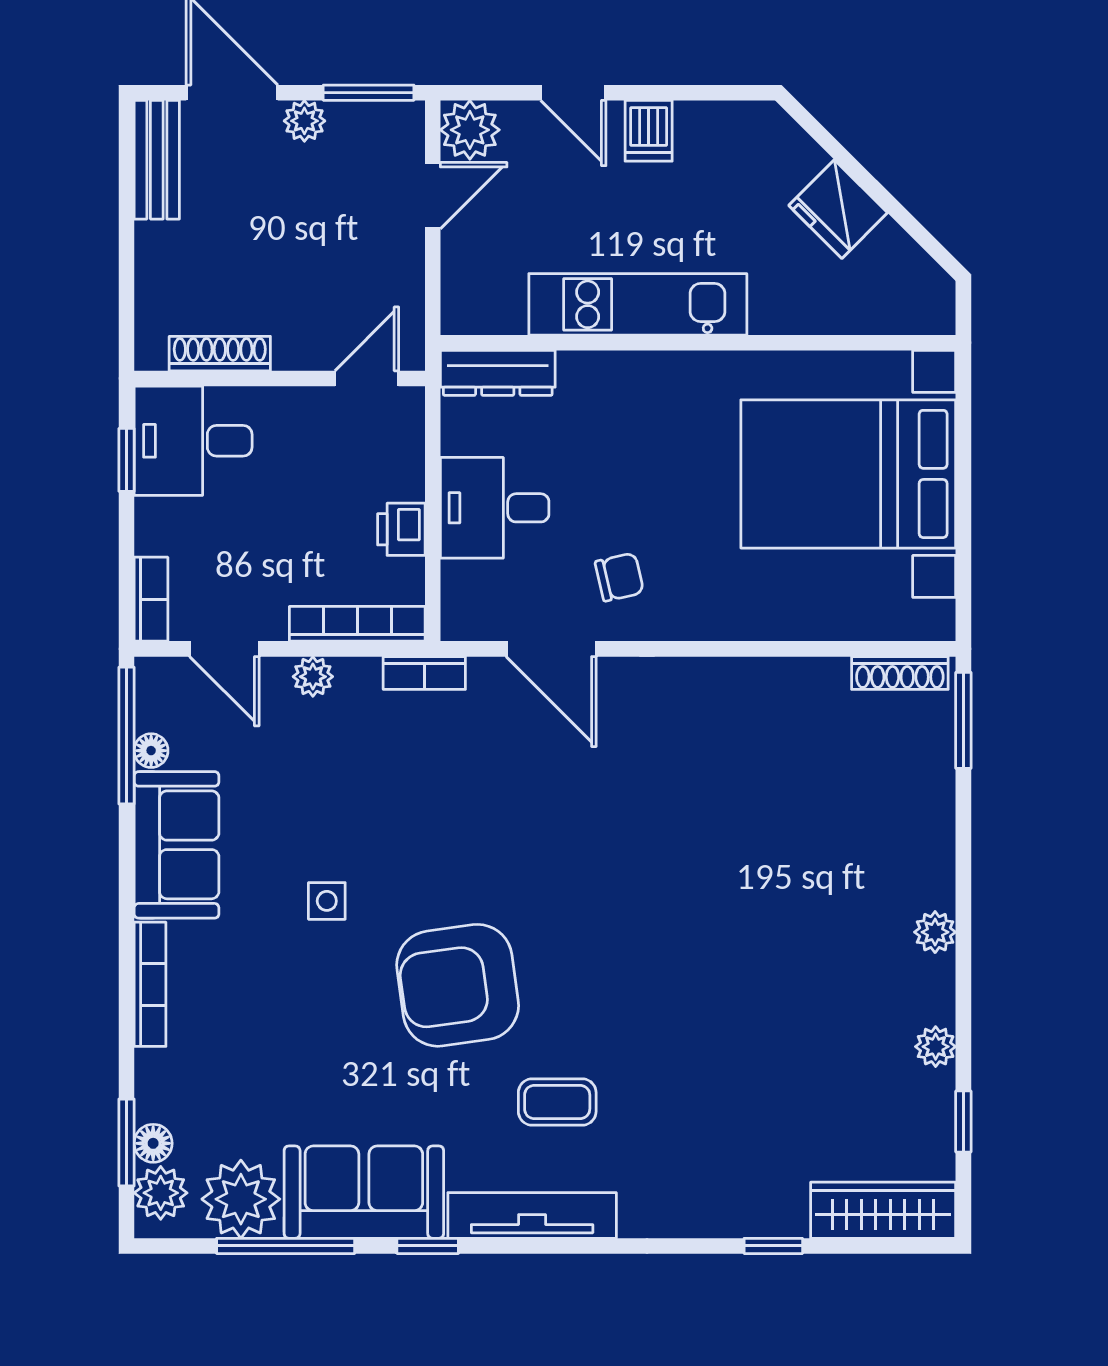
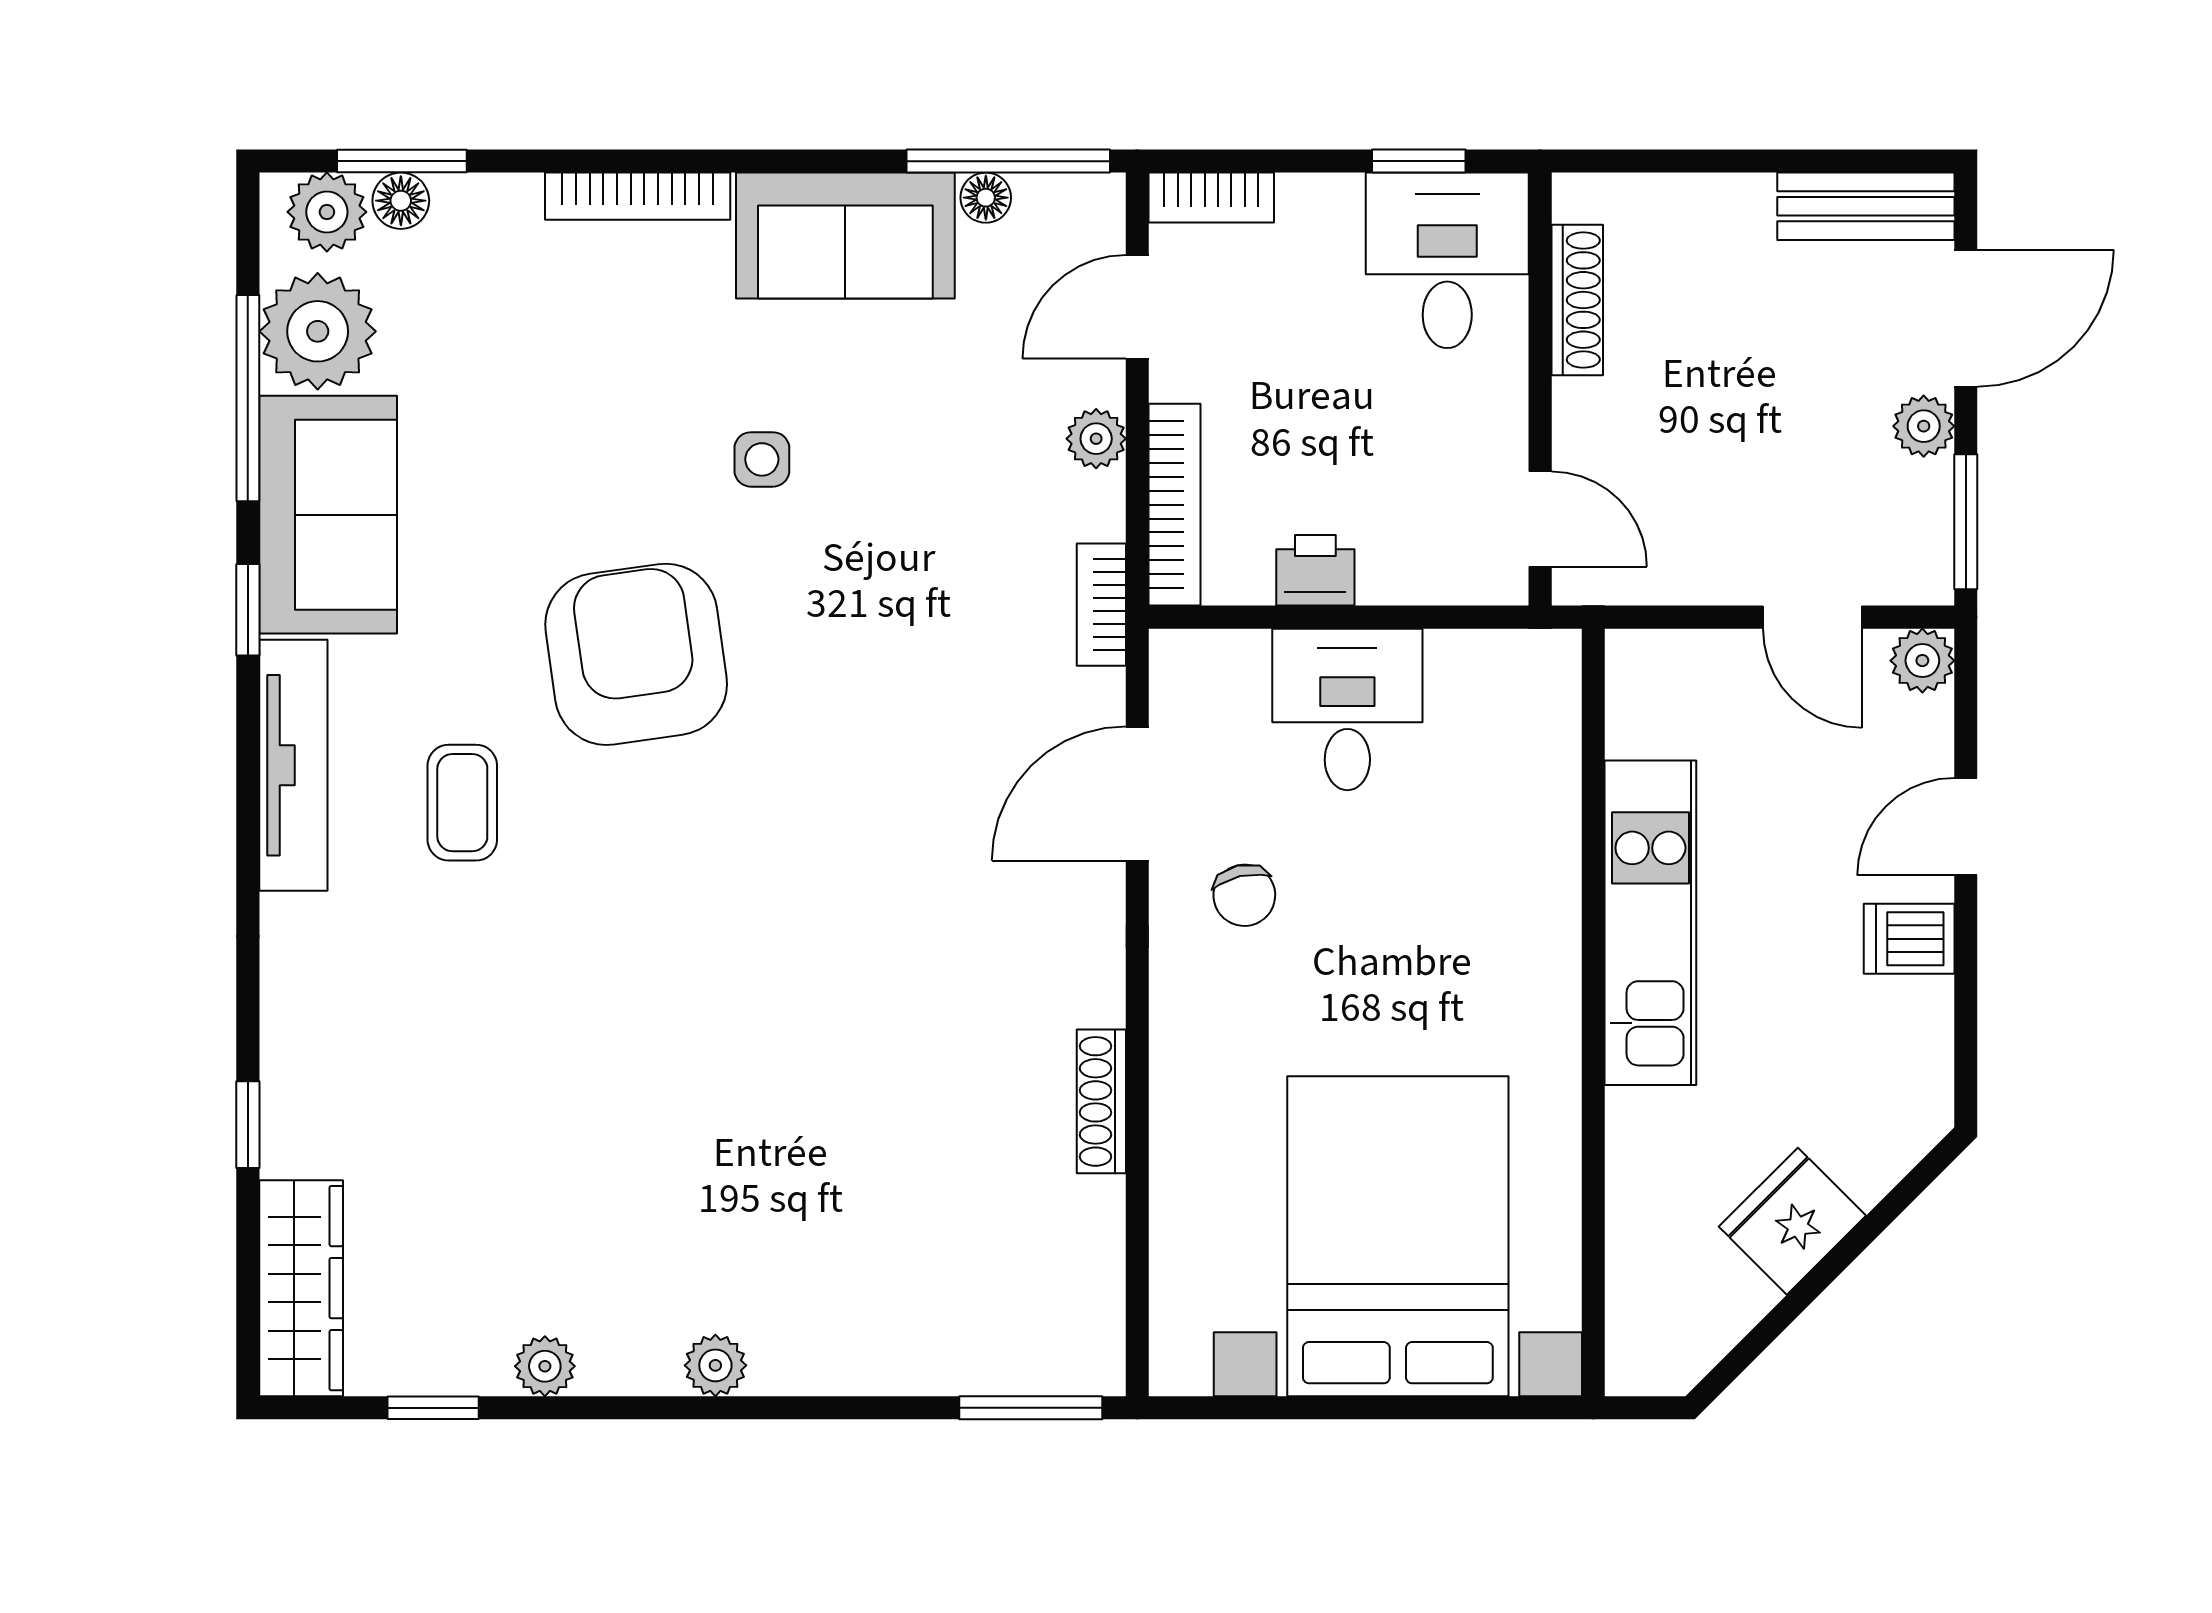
plant: (470, 130) -> (1922, 661), width x0.73, depth x0.73
dresser: (498, 373) -> (1548, 714), removed
shoe rack: (900, 673) -> (1101, 1101), moved

